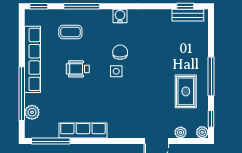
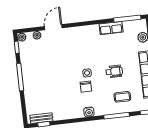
rug: (186, 91) -> (37, 64), removed
row of seats: (83, 130) -> (111, 28), width x0.68

